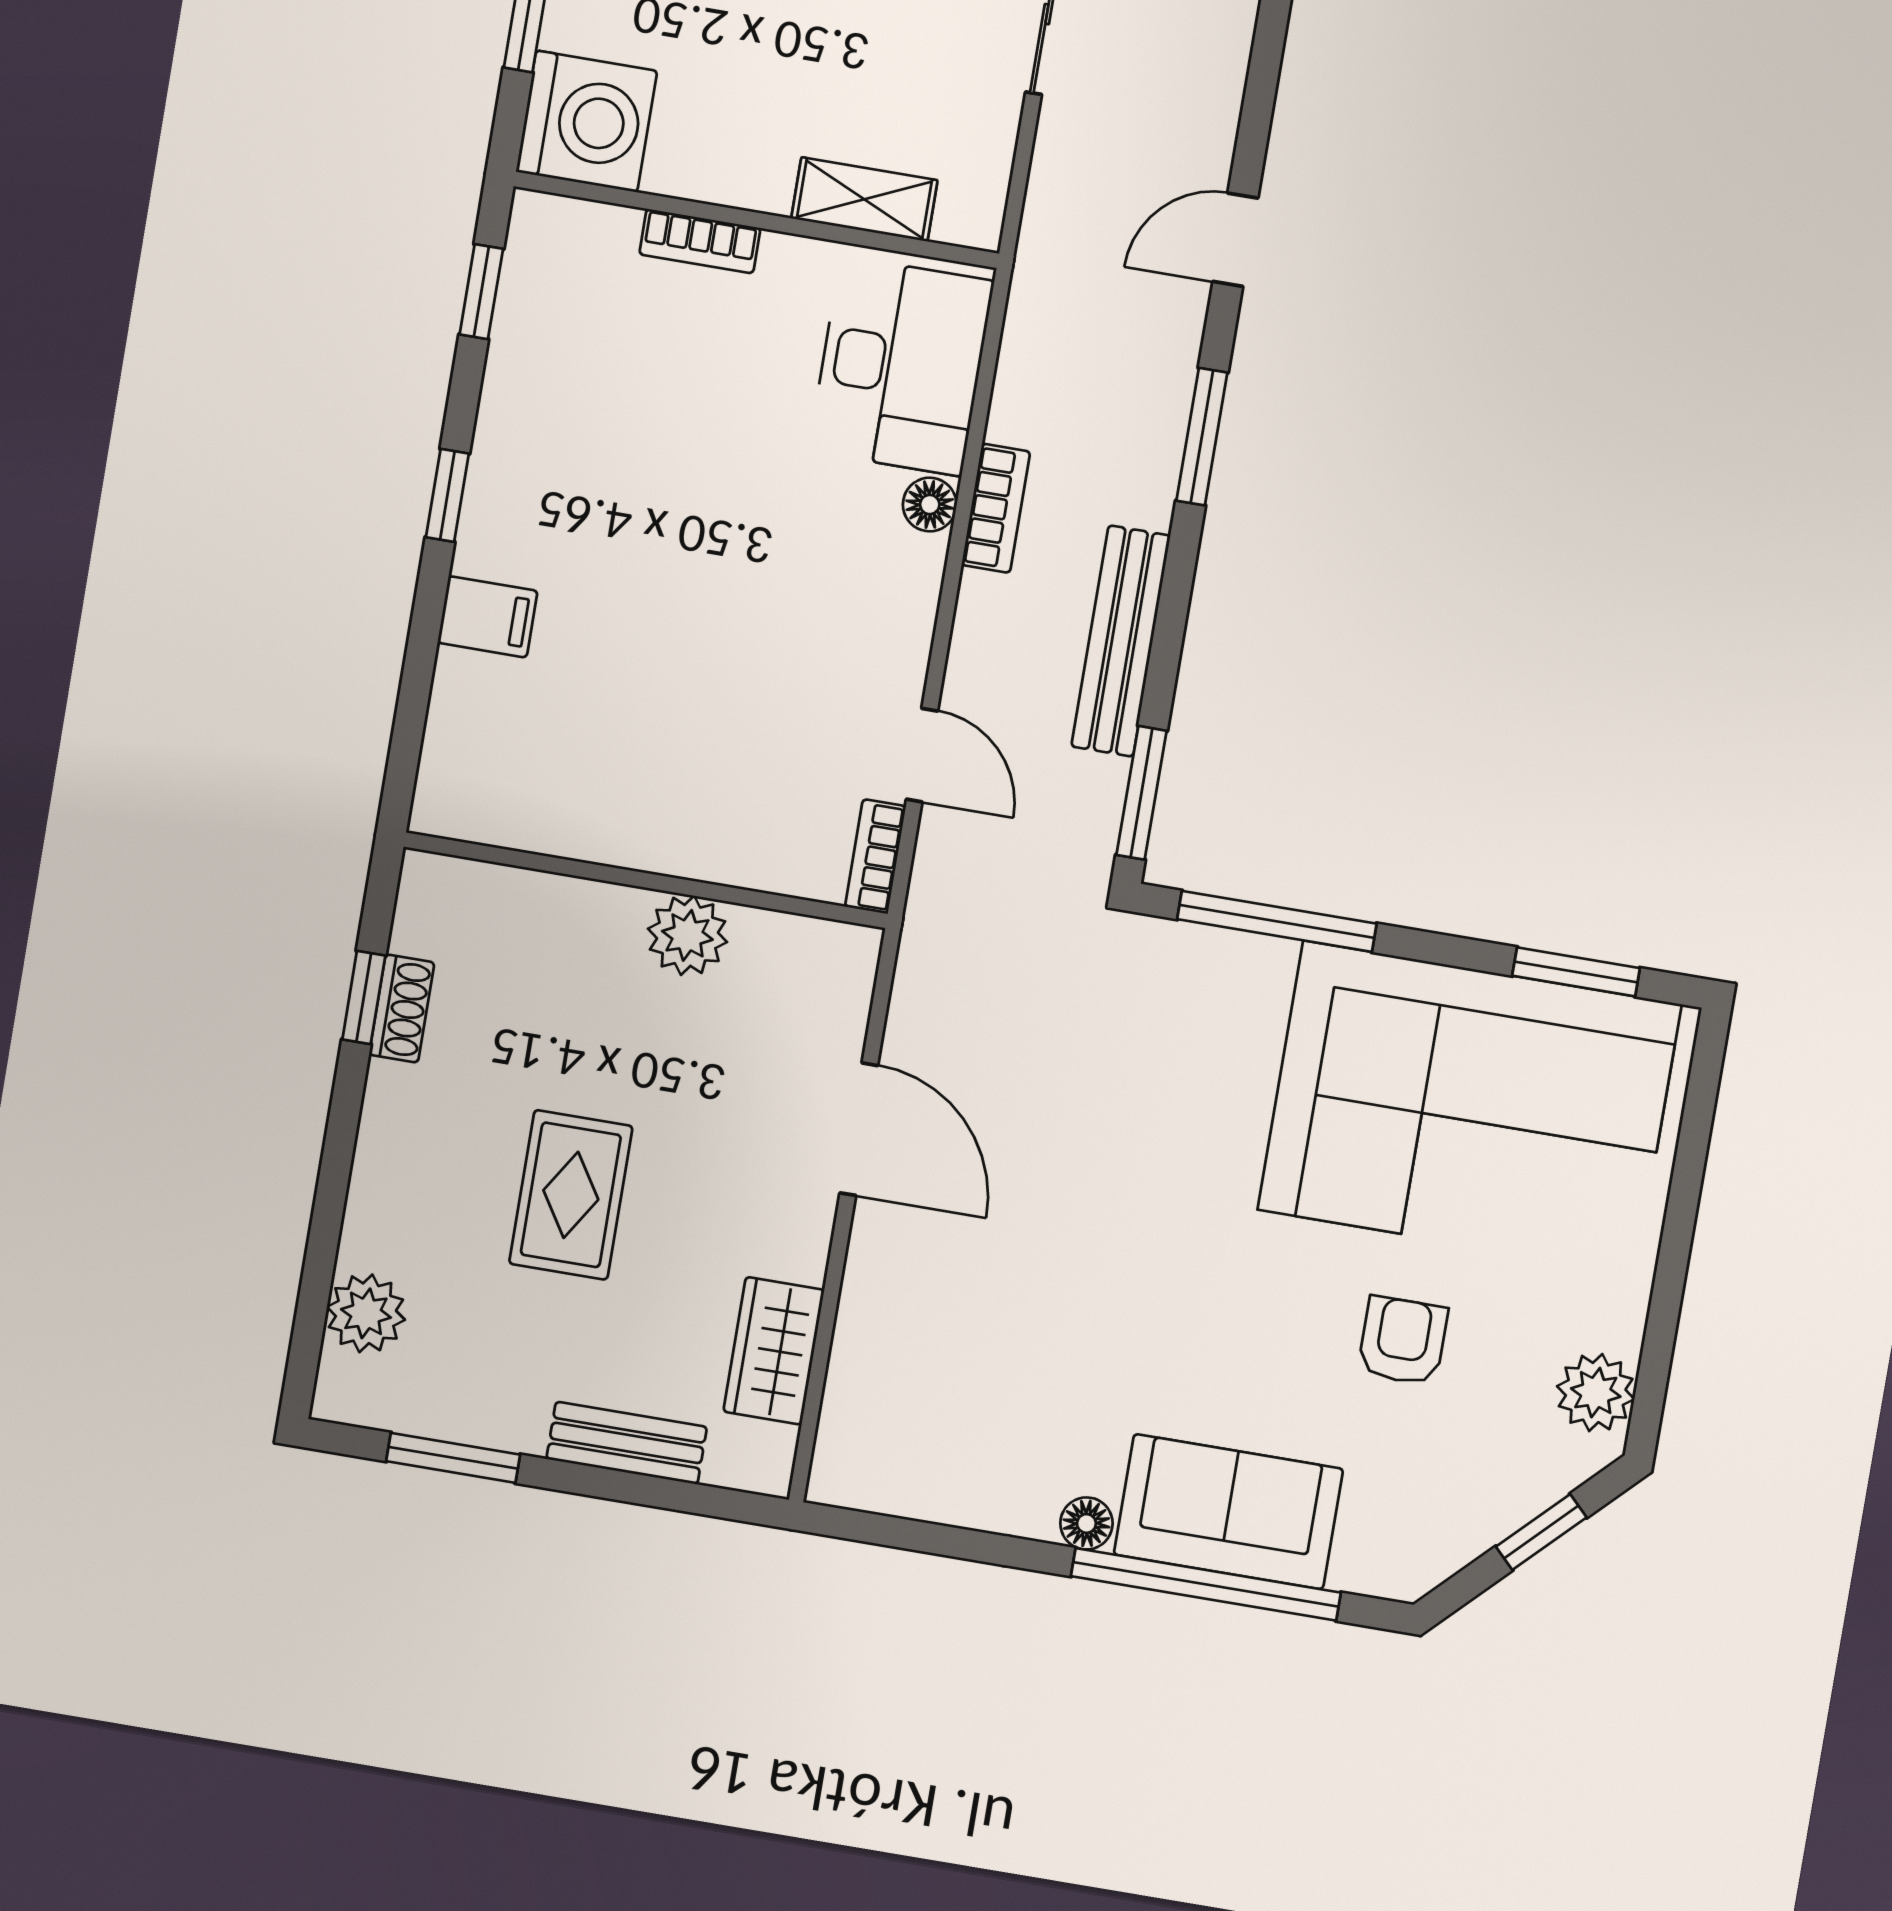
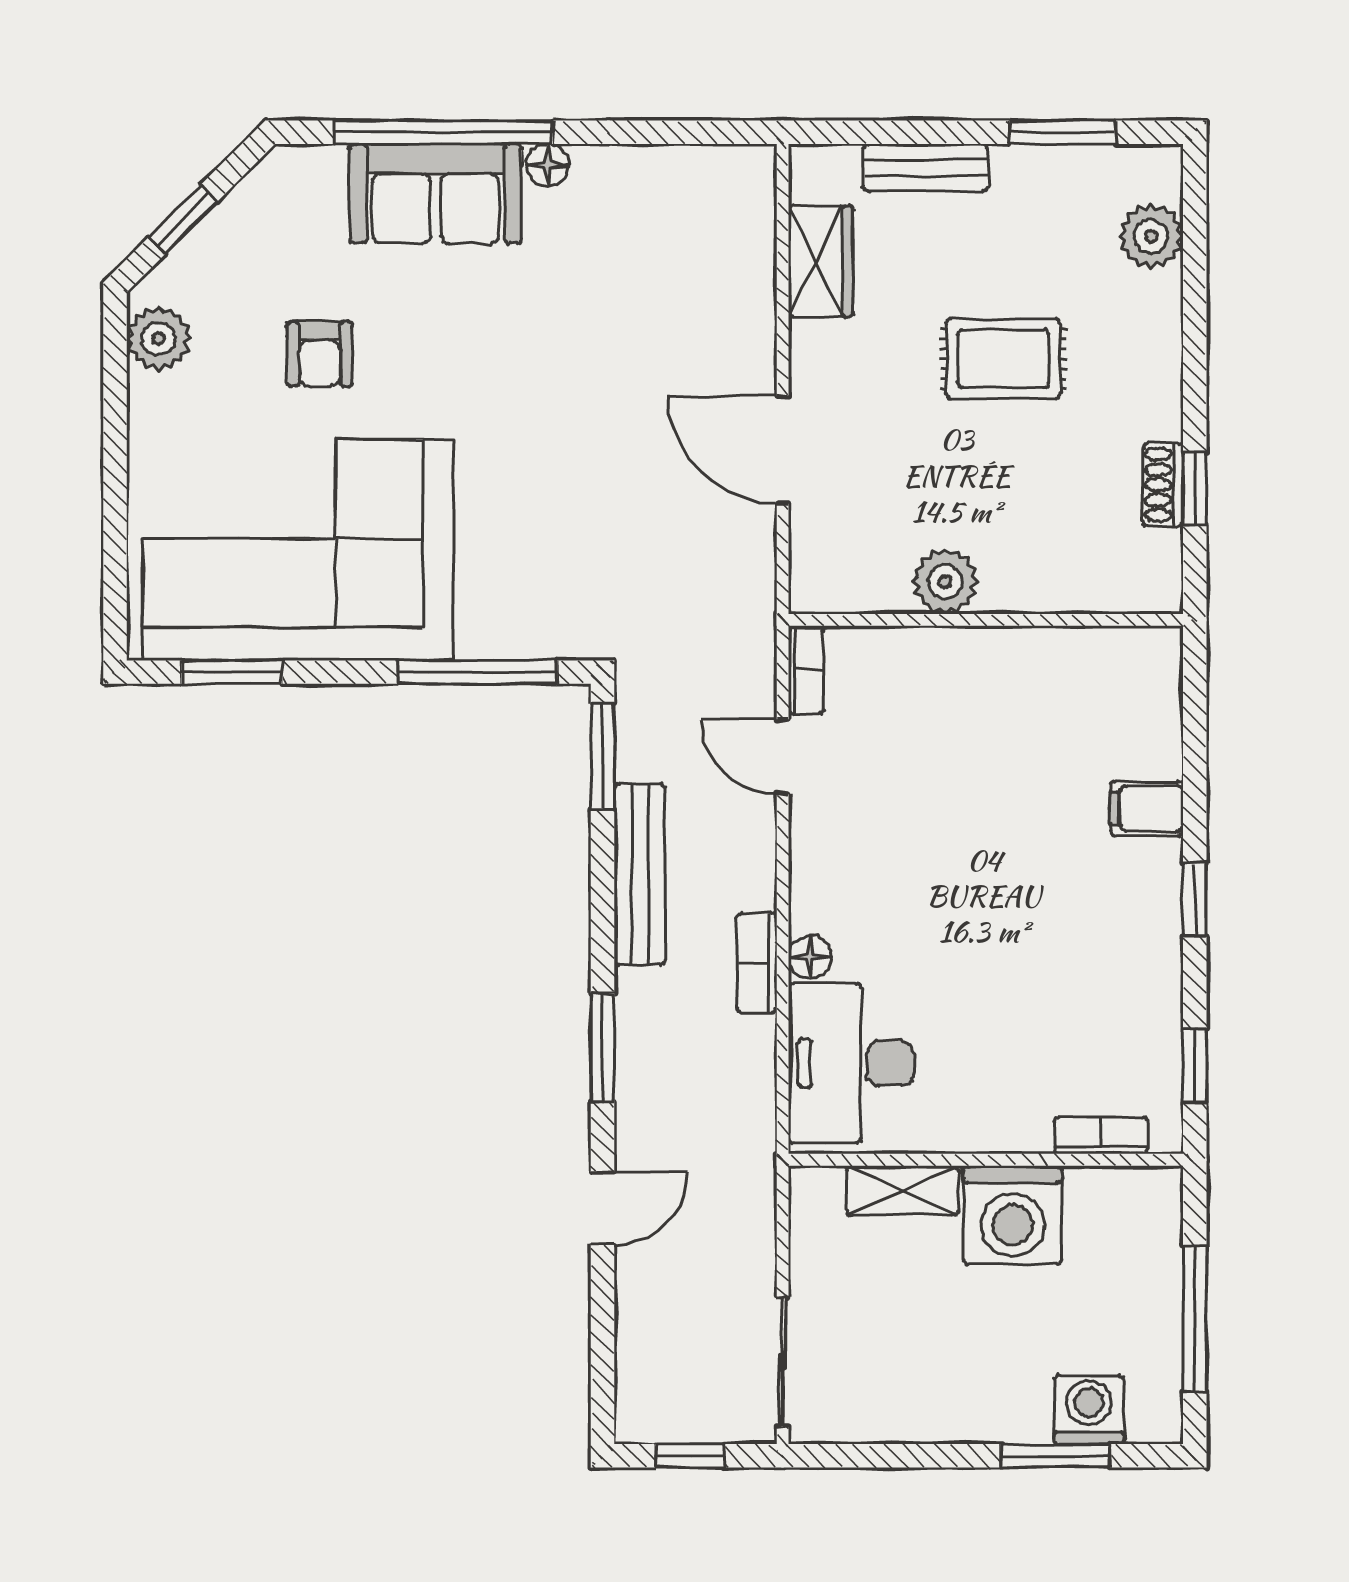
washing machine: (587, 121) -> (1012, 1215), moved, turned -90
bookcase: (700, 241) -> (1101, 1135), moved
rug: (571, 1195) -> (1003, 359), turned 90

